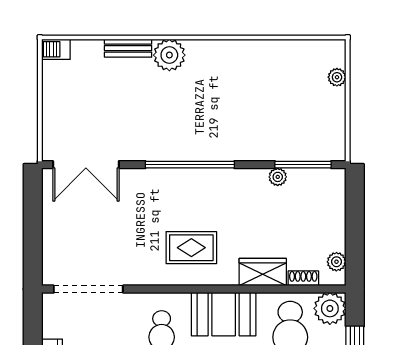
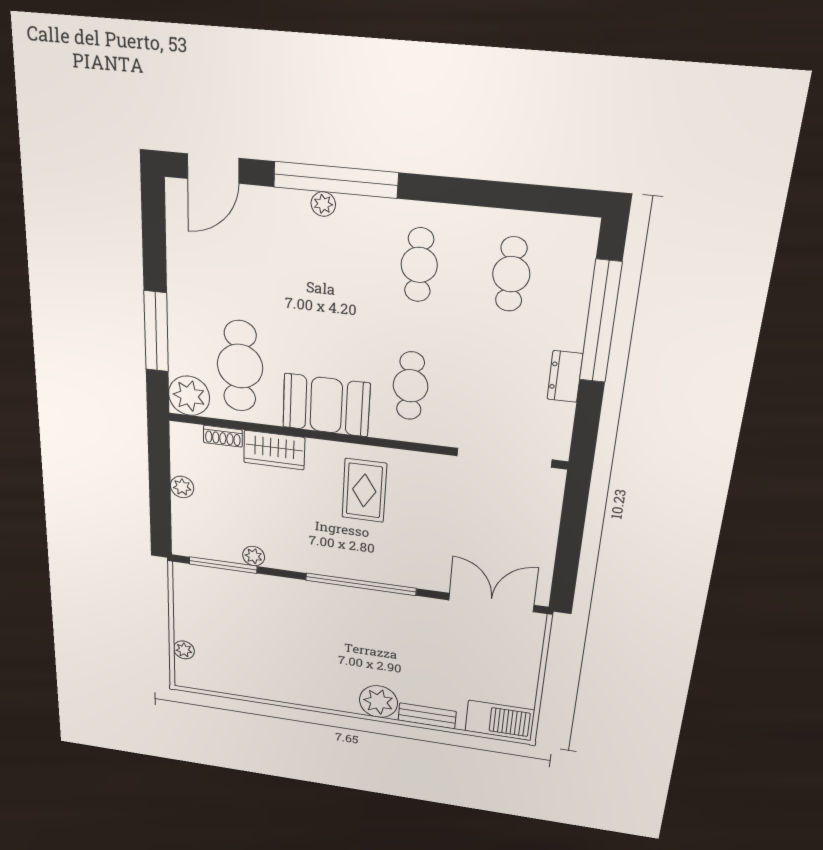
barbecue: (56, 49) -> (500, 721), width x1.88, depth x1.53
rug: (191, 248) -> (364, 490), turned 90
plant: (336, 262) -> (182, 487), moved

